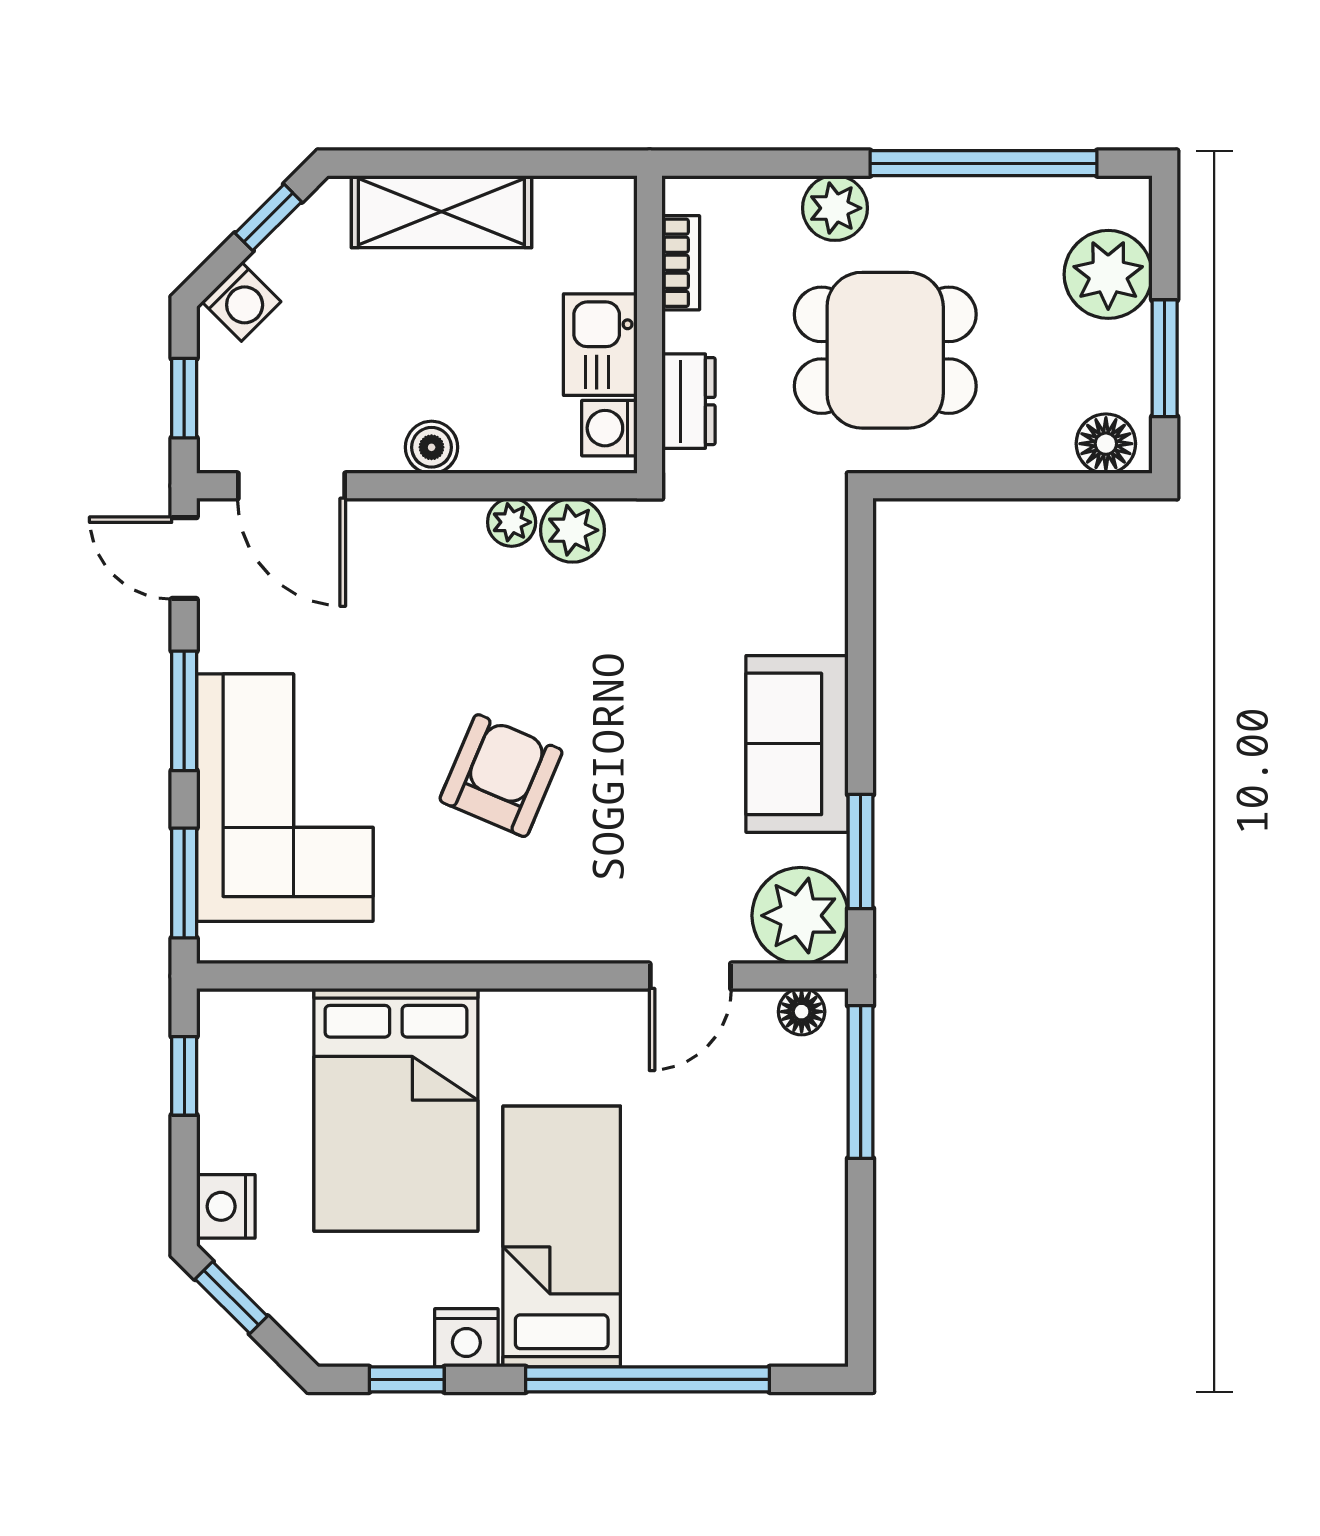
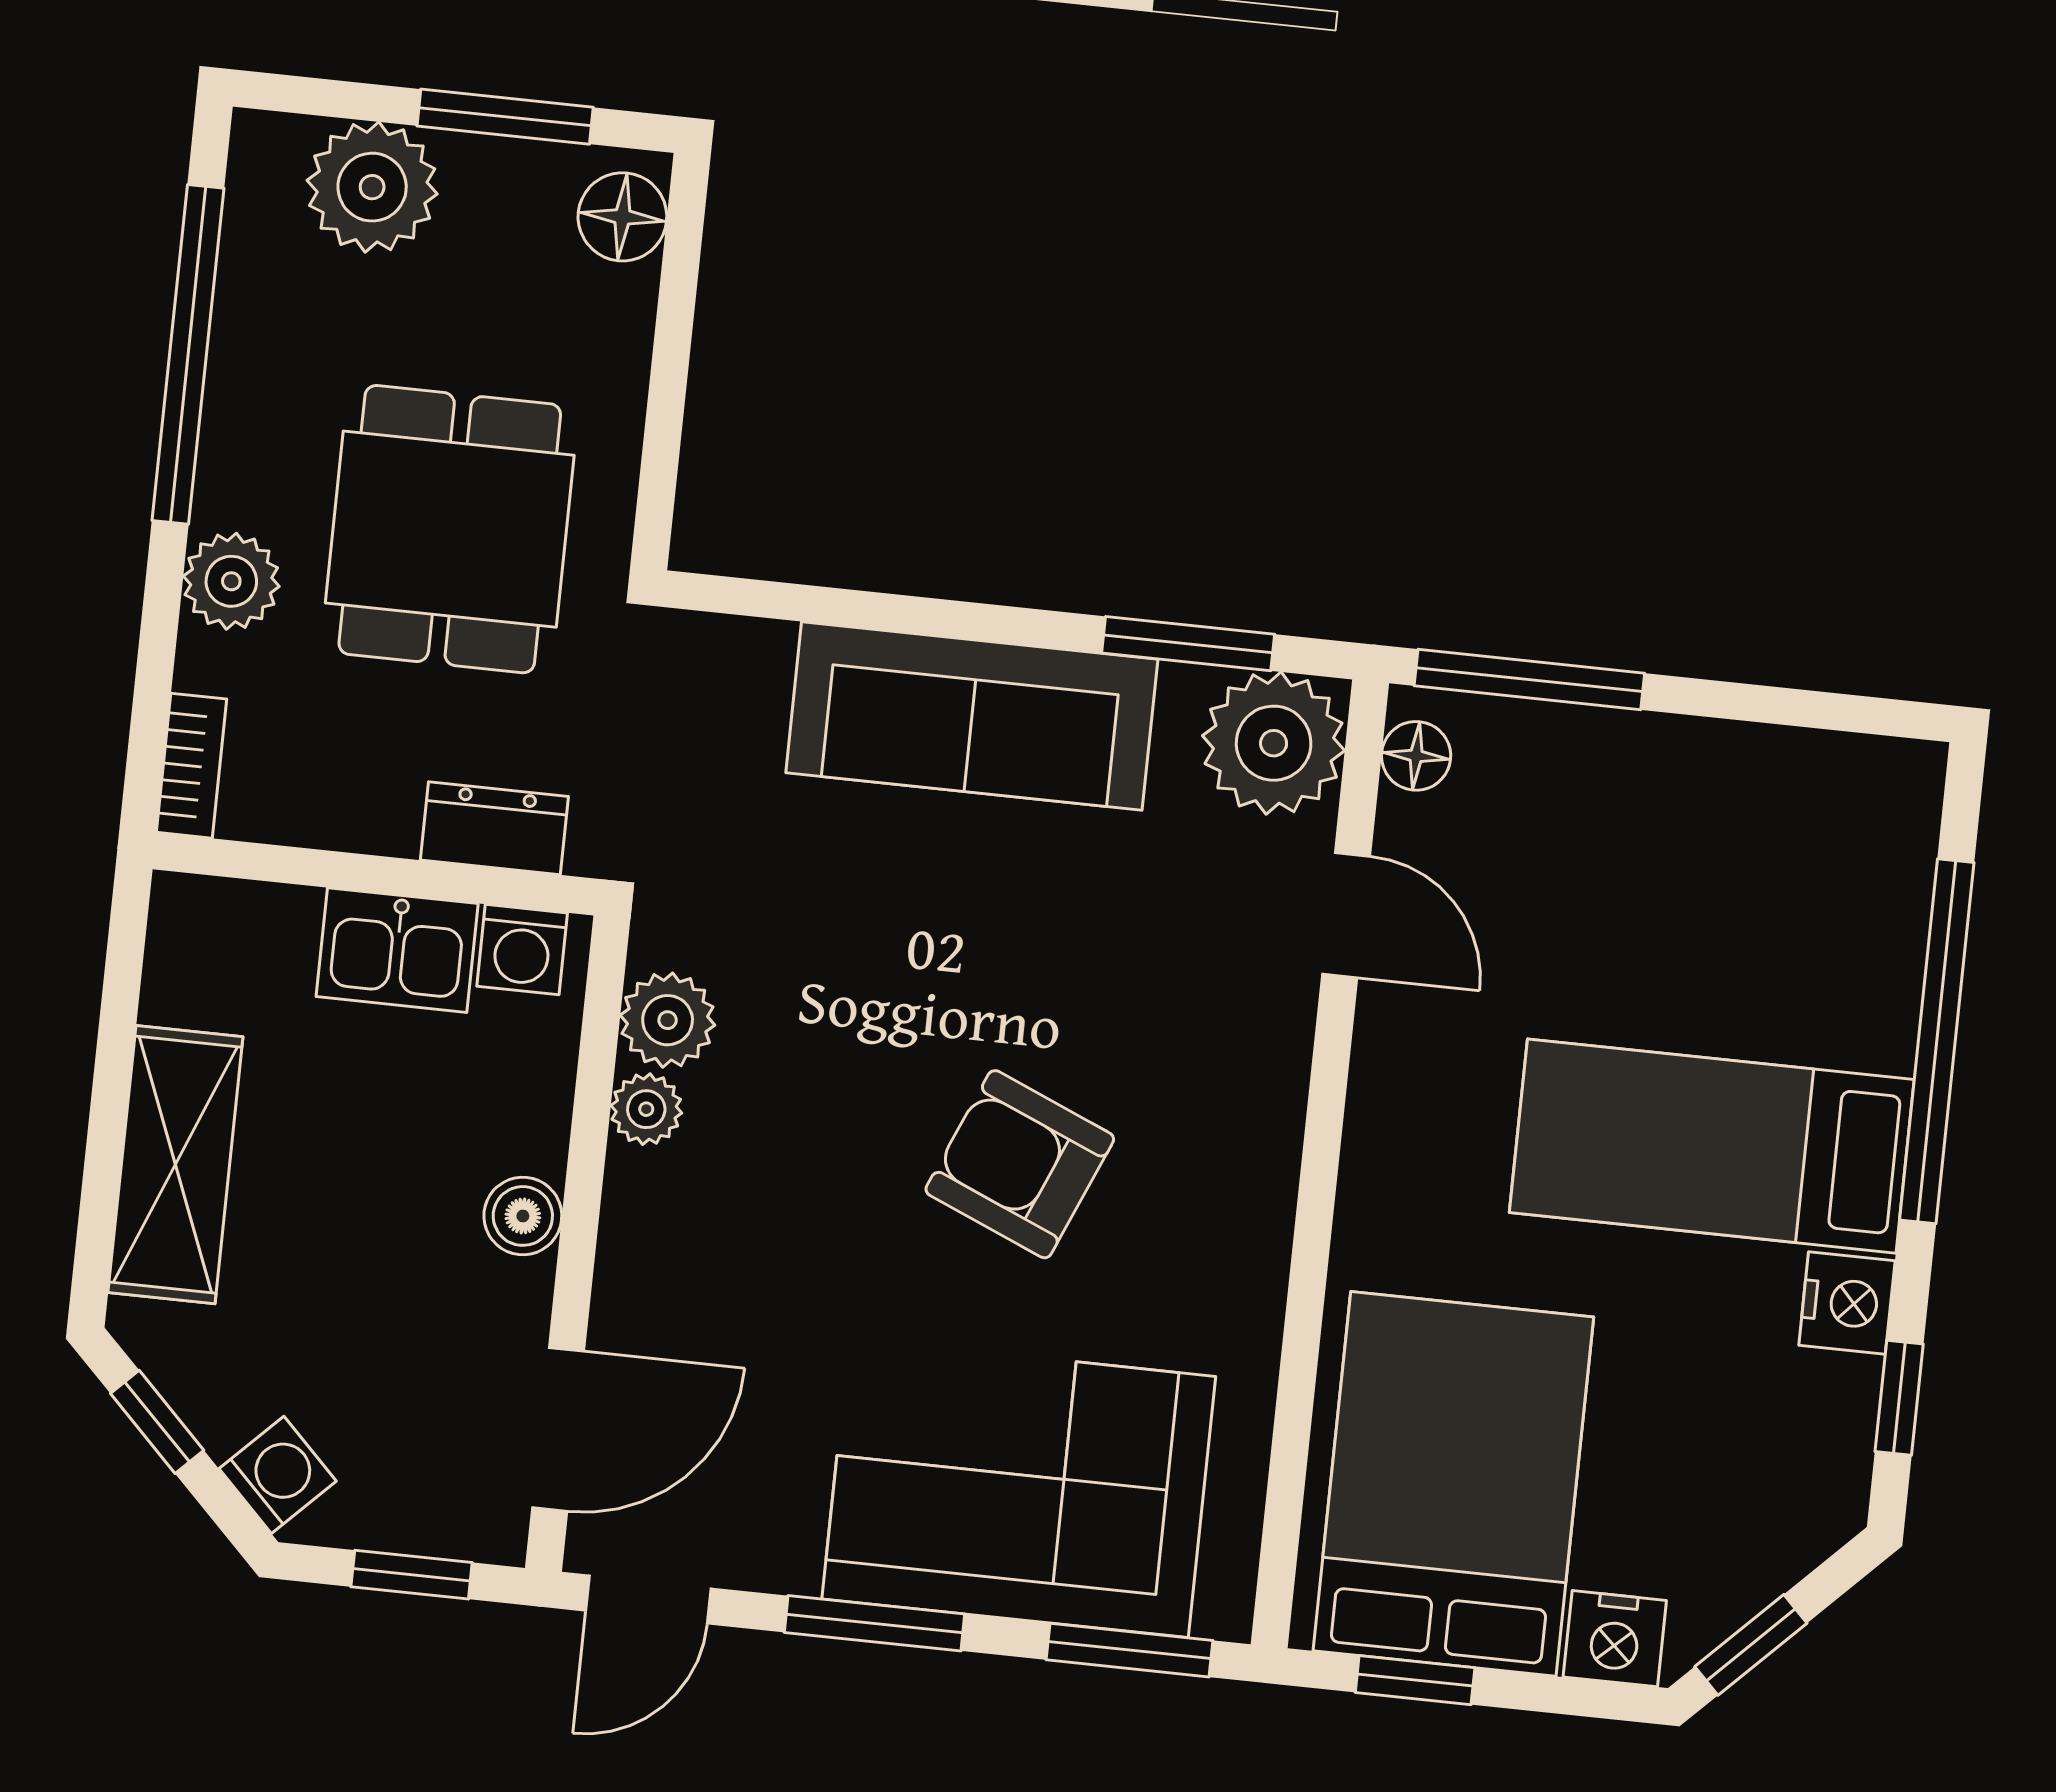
bookcase: (681, 263) -> (192, 766), moved, turned 90
sofa: (797, 744) -> (972, 716), width x1.36
bed: (396, 1110) -> (1453, 1484), moved, turned -90

